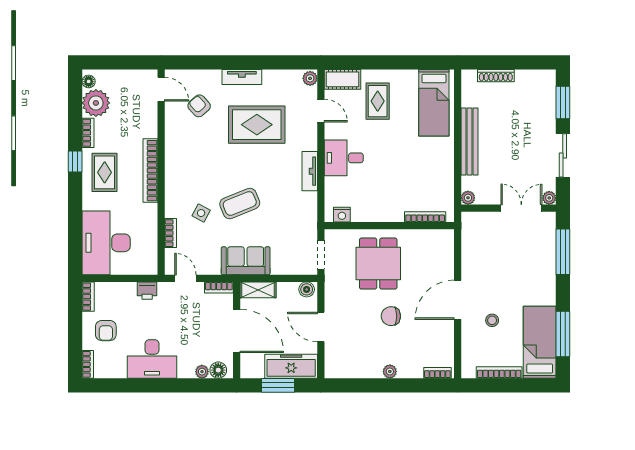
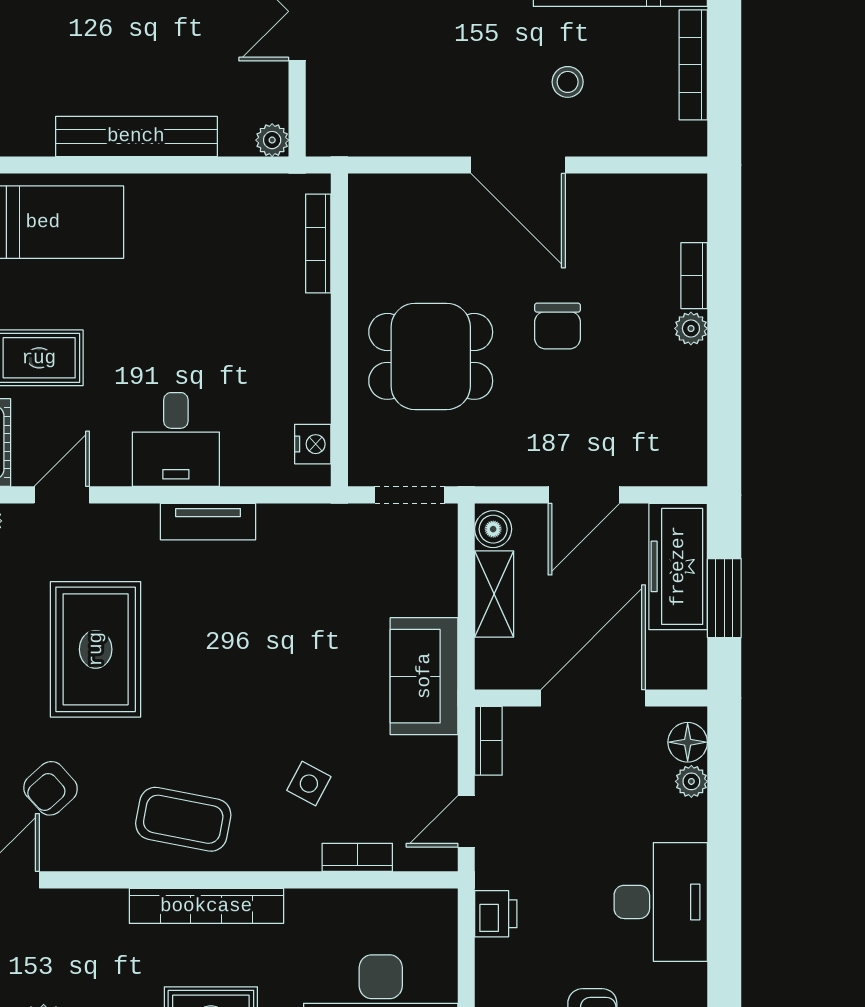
coffee table: (240, 204) -> (183, 819), moved, turned -57
shelving: (258, 290) -> (494, 594), moved
bookcase: (437, 373) -> (694, 276), moved

